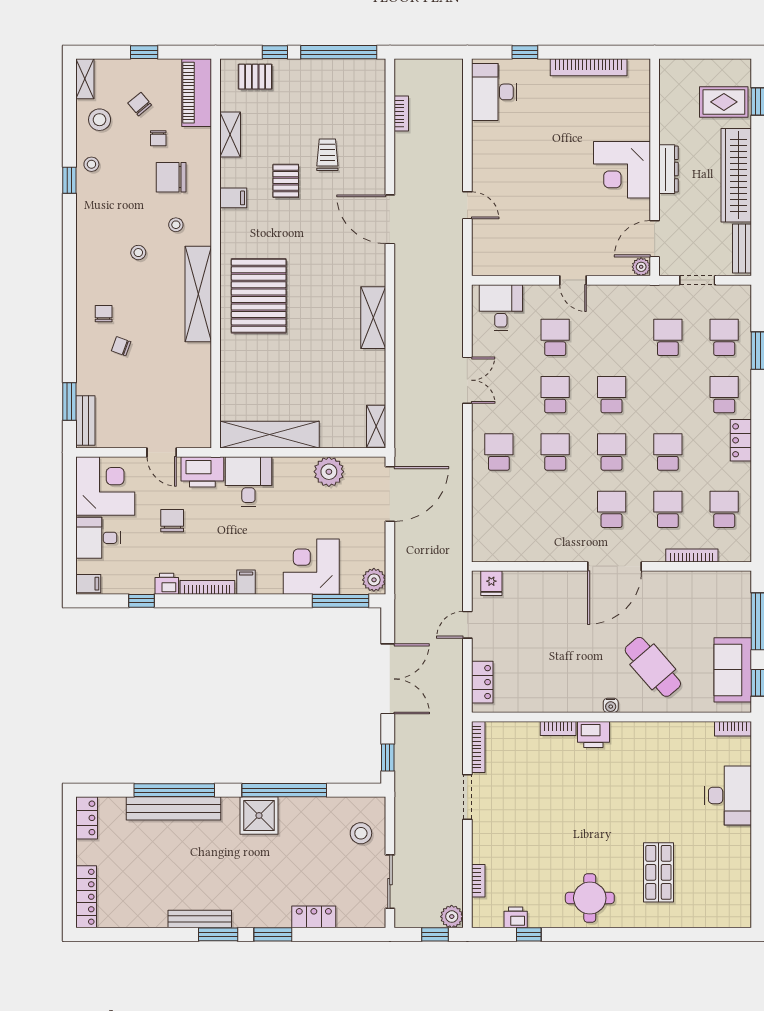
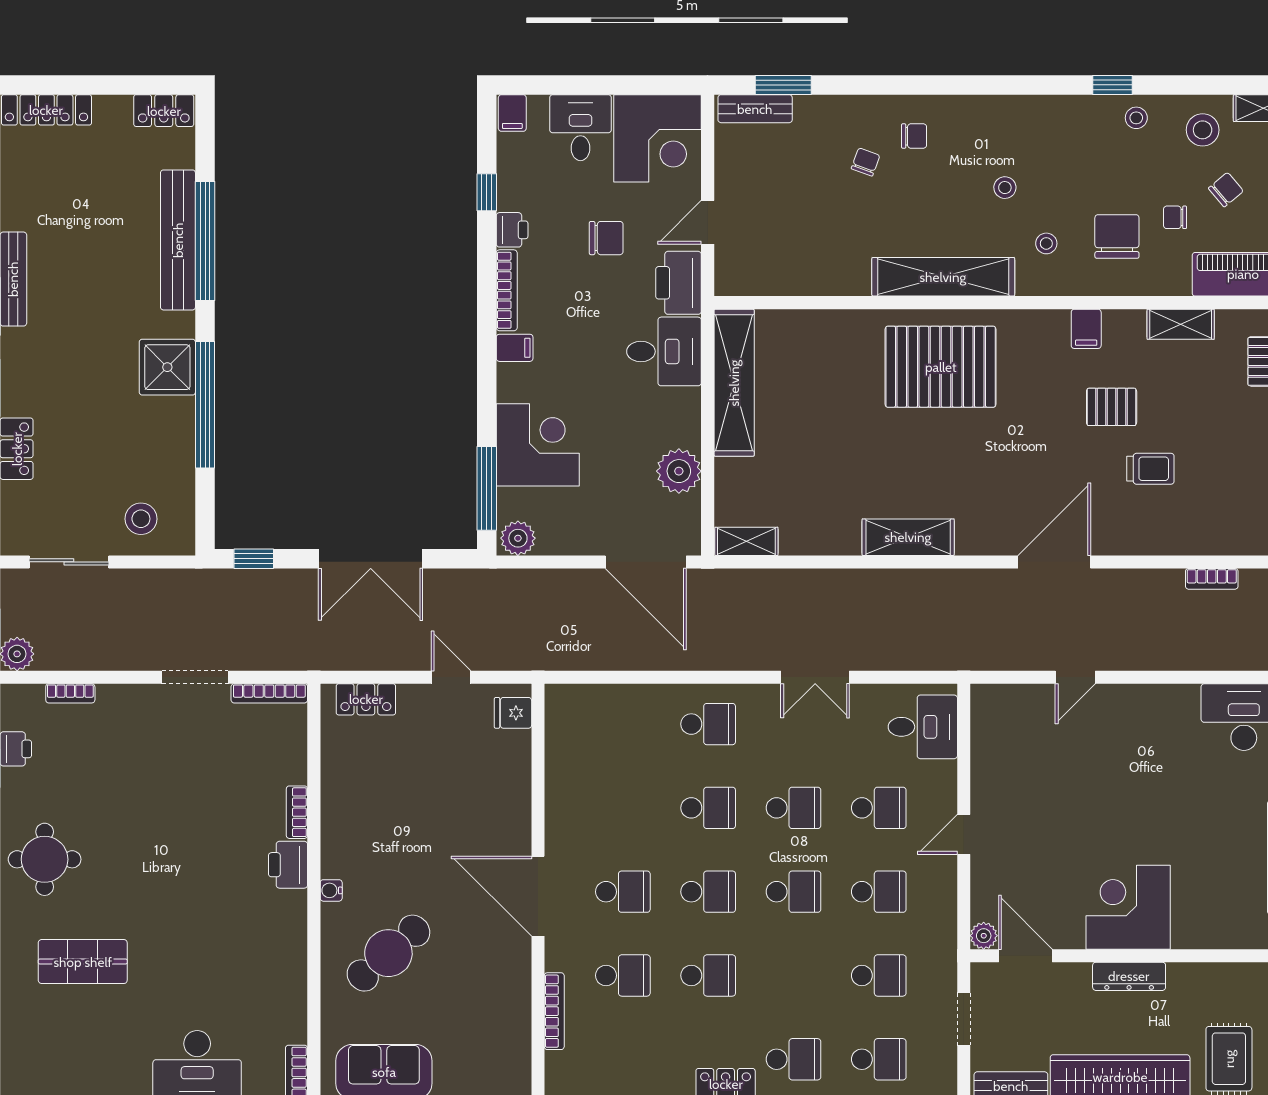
school desk: (724, 509) -> (879, 892), moved

